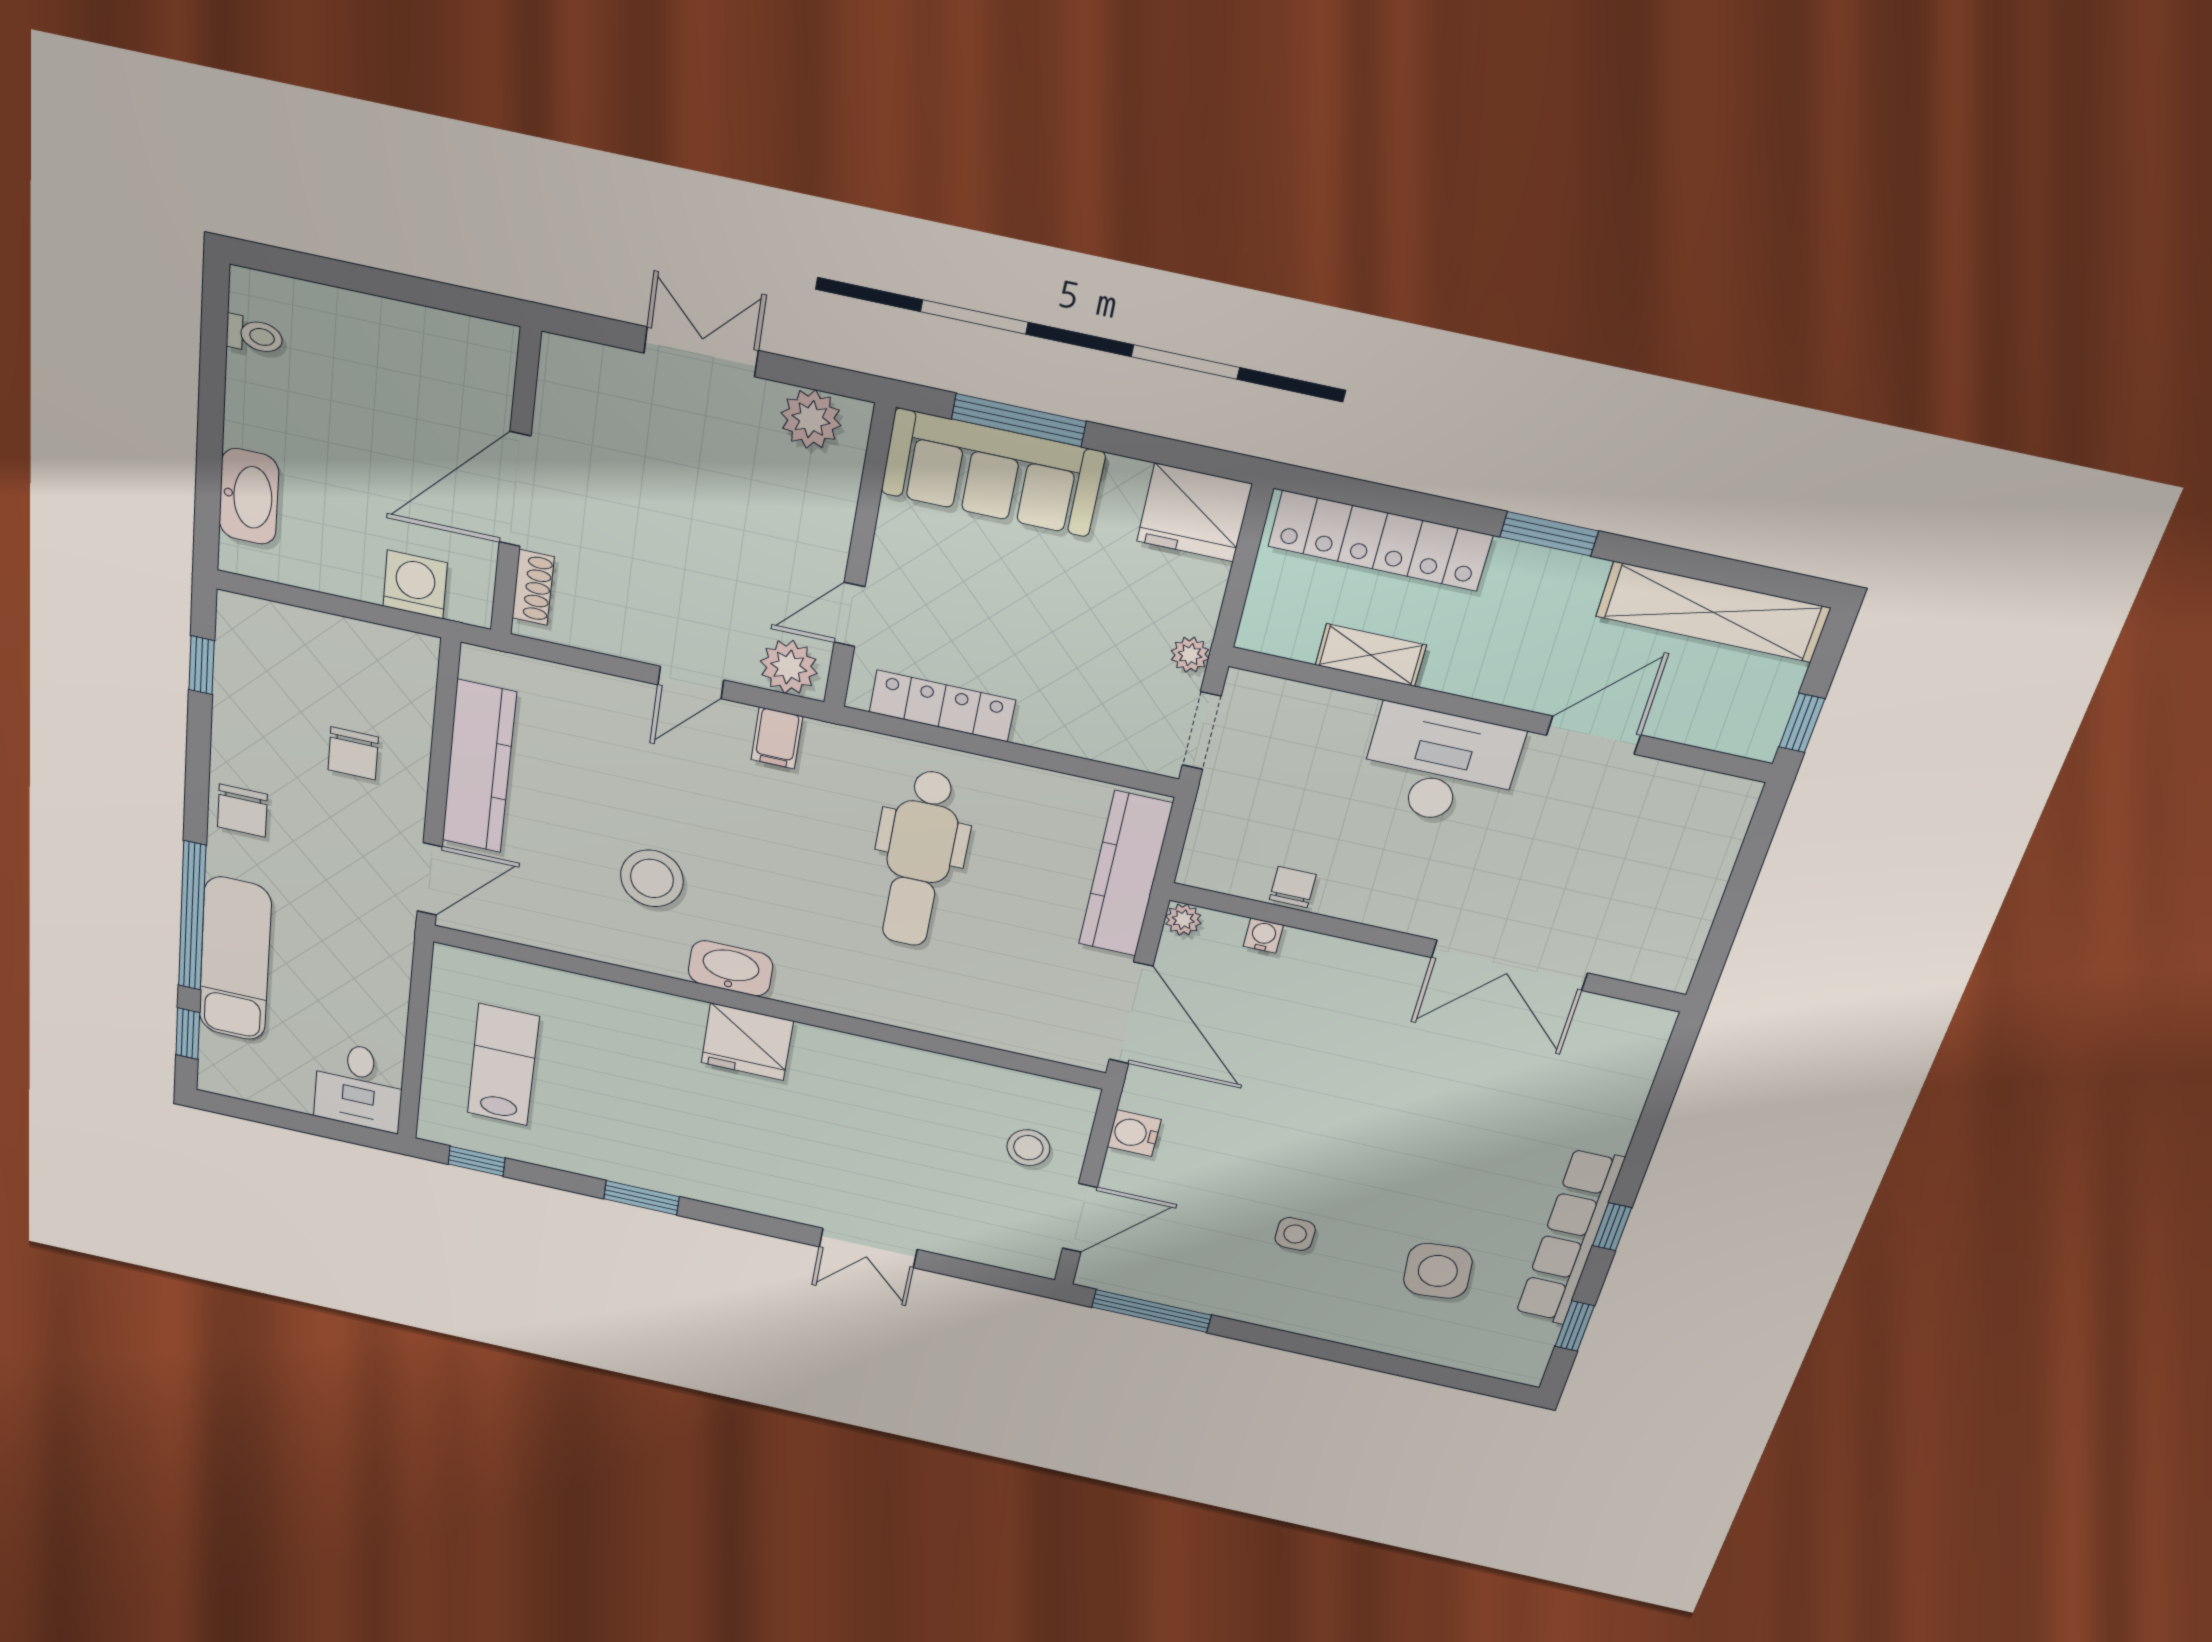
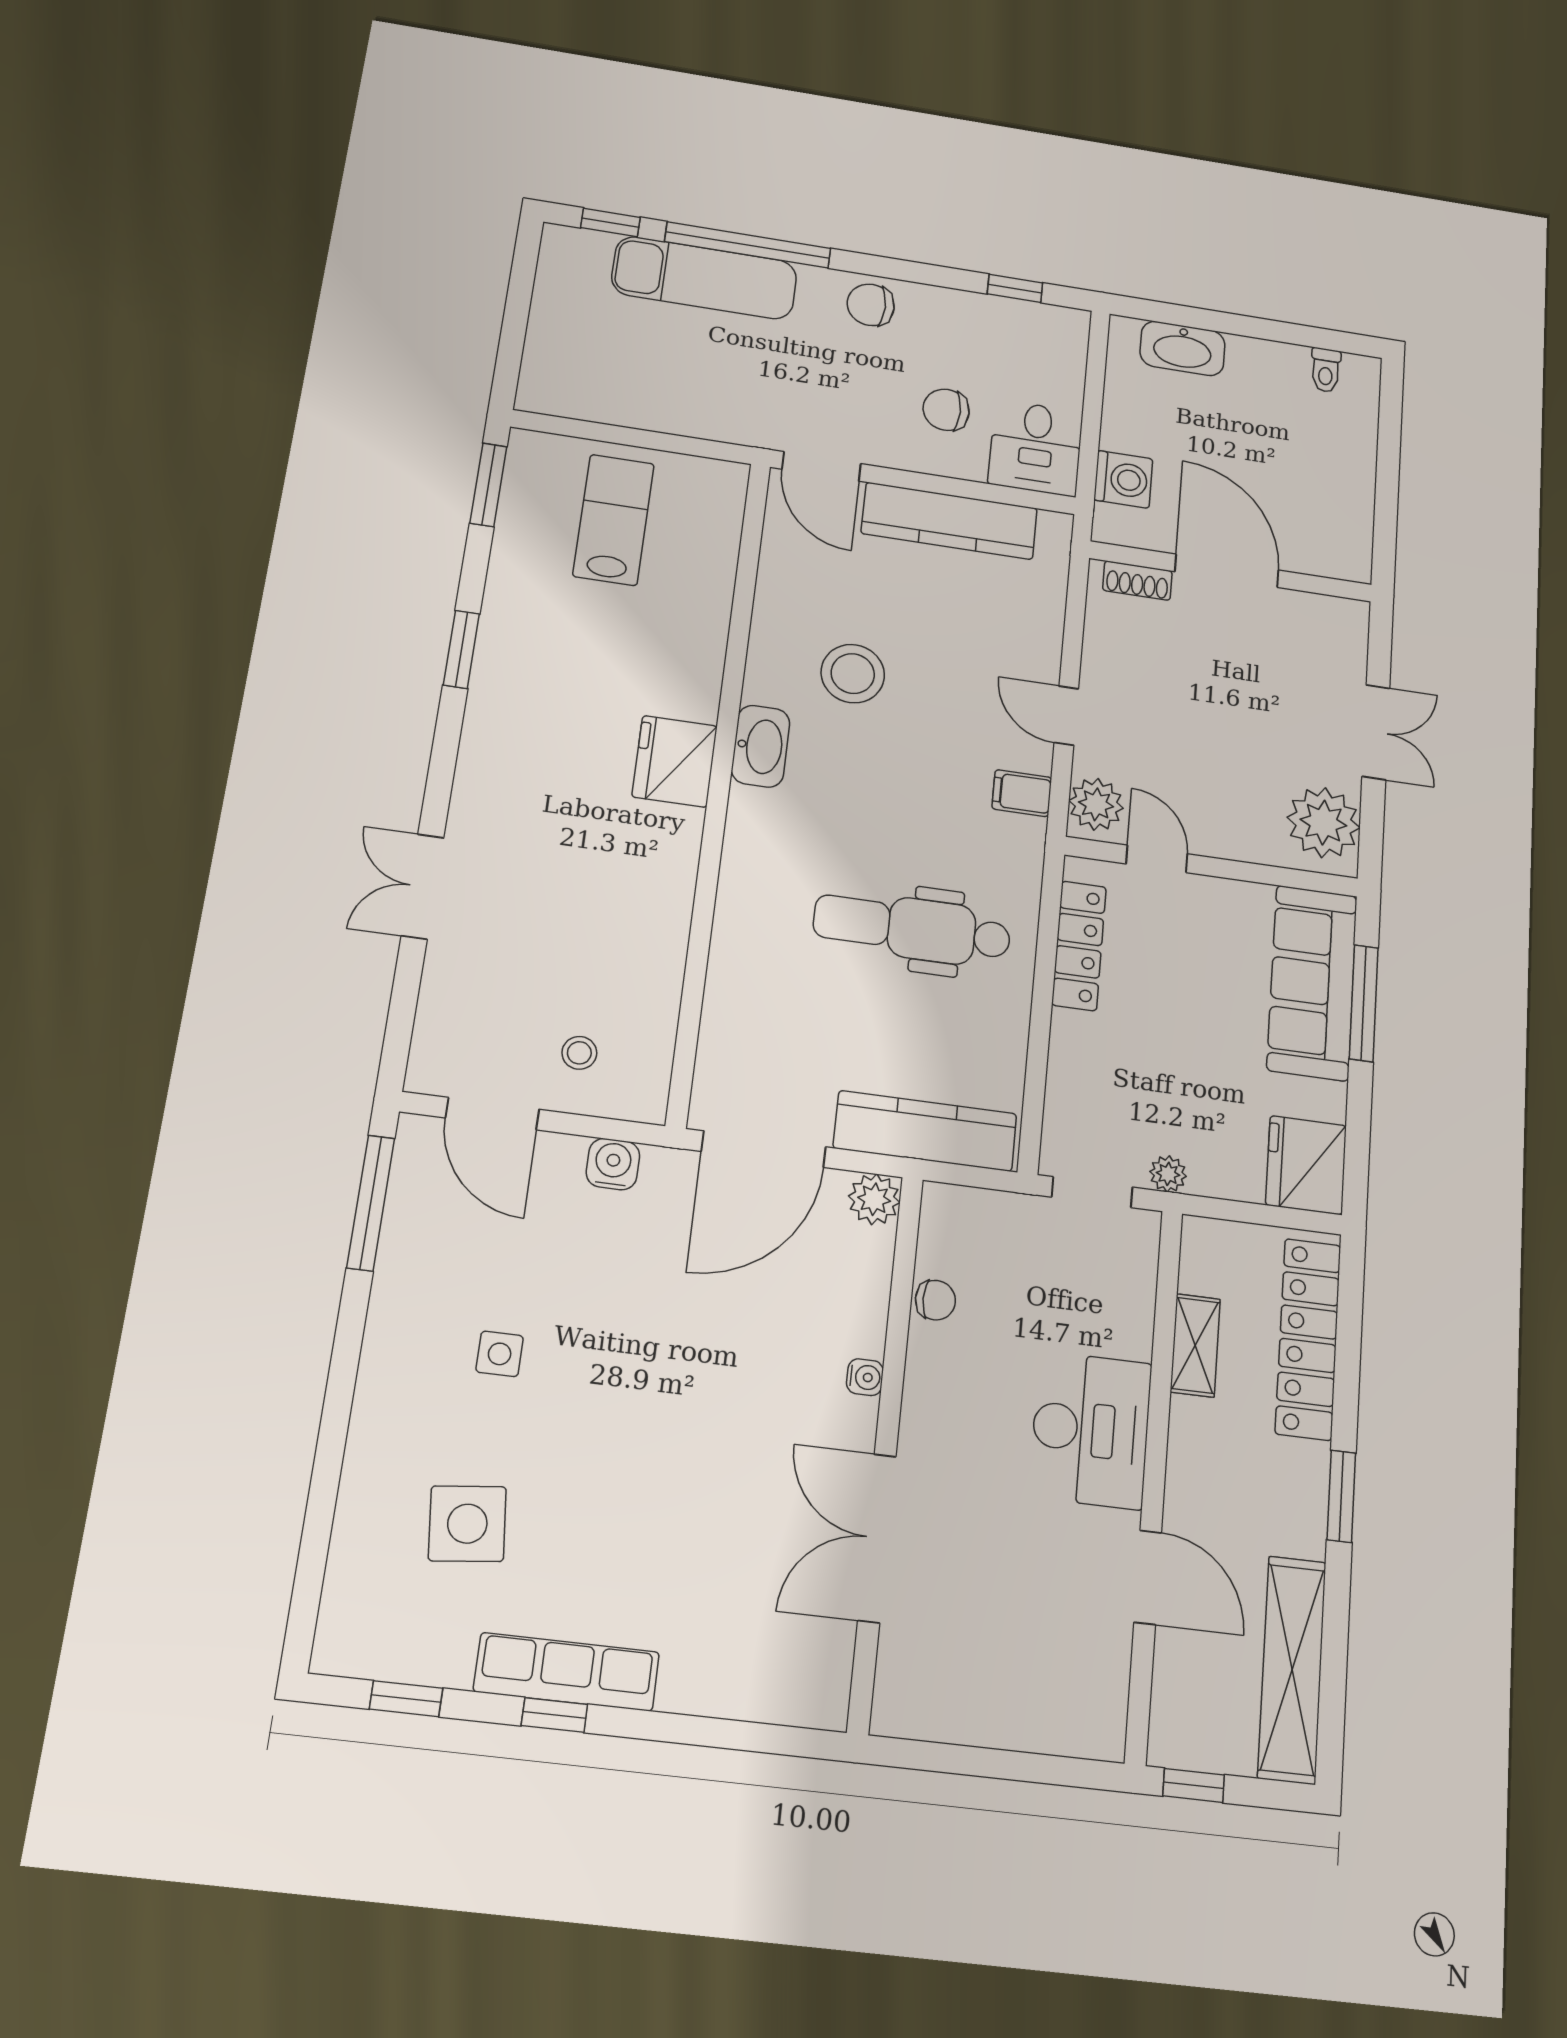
plant: (811, 419) -> (1323, 823), width x1.36, depth x1.36
plant: (1183, 920) -> (874, 1199), width x1.38, depth x1.38
water cooler: (1263, 936) -> (865, 1377), moved
lab bench: (503, 1065) -> (614, 520), turned -90
desk: (359, 1086) -> (1036, 448), moved, turned -90
stool: (1028, 1148) -> (579, 1053), width x0.73, depth x0.73
window: (477, 1161) -> (488, 485), width x1.50
row of seats: (1569, 1237) -> (567, 1672), width x0.73

